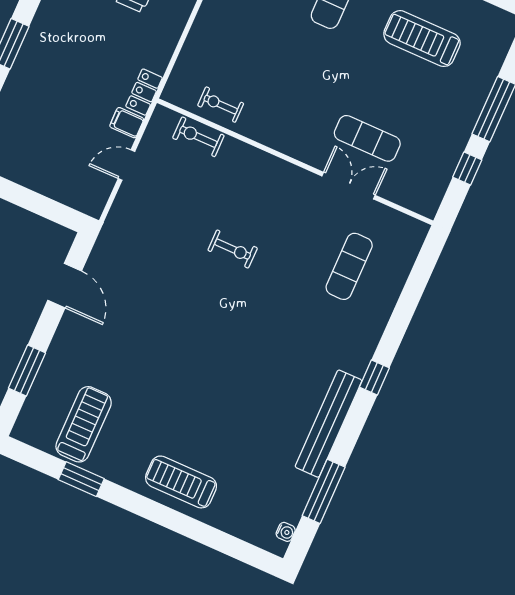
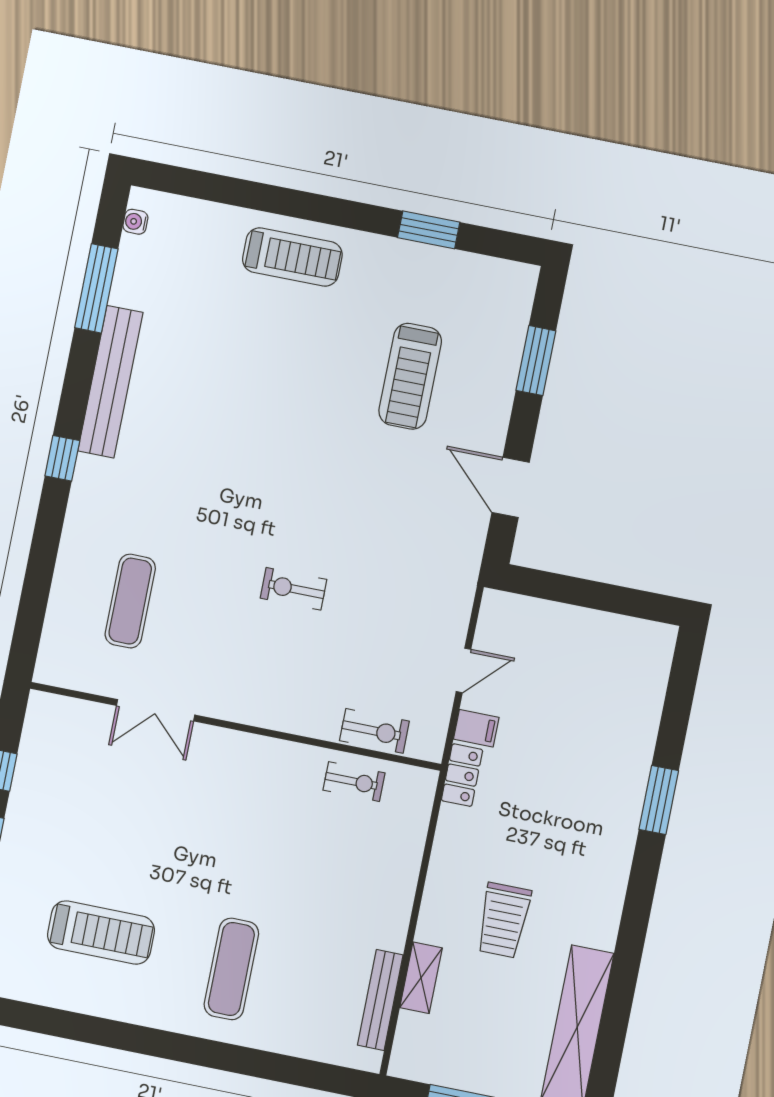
exercise mat: (367, 138) -> (145, 780), removed
treadmill: (84, 424) -> (410, 376), moved

